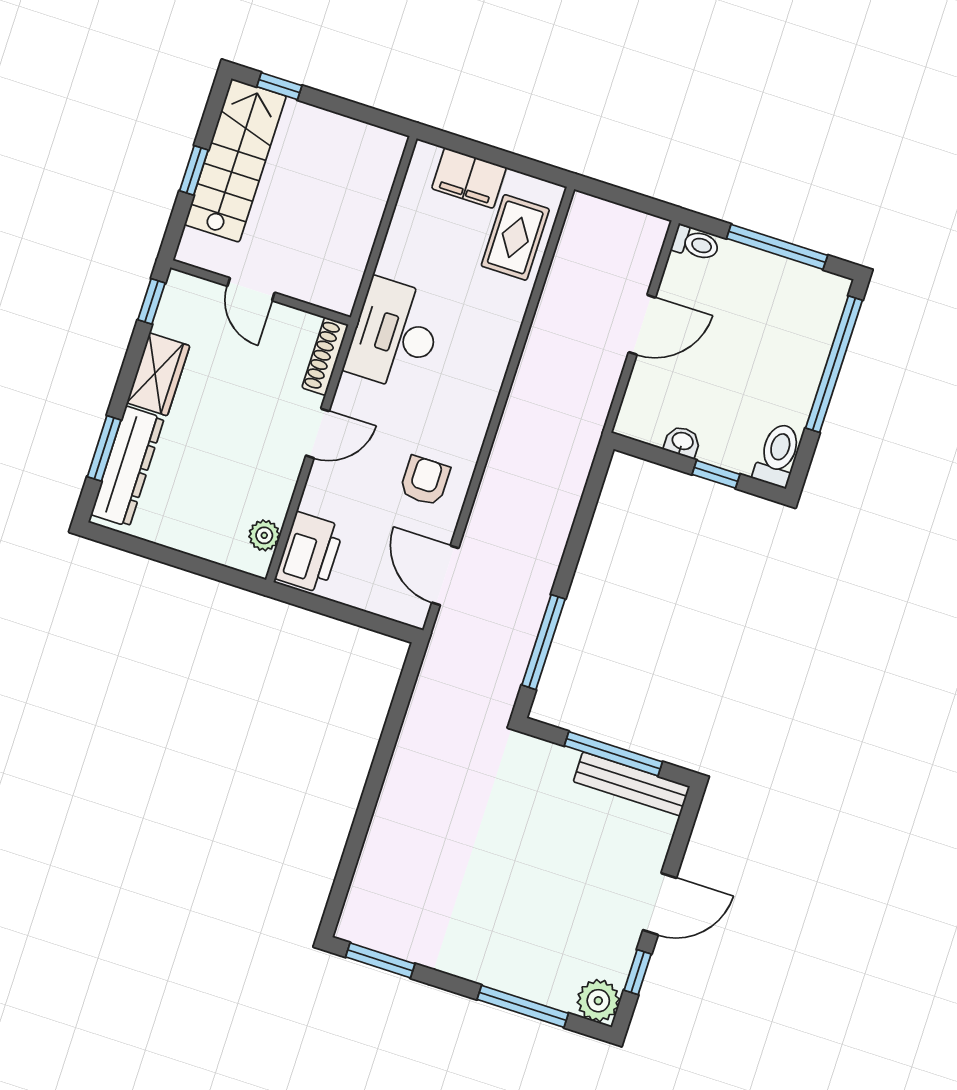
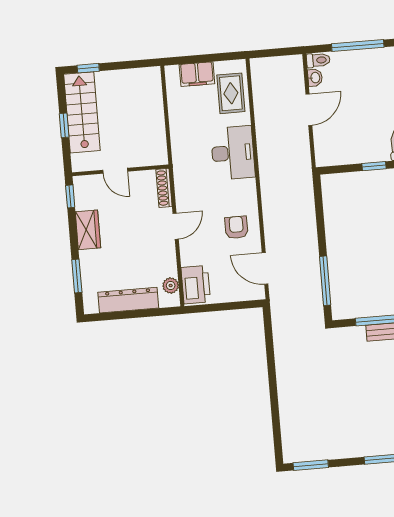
desk: (395, 335) -> (233, 153), moved, turned 180
washbasin: (682, 442) -> (315, 78), moved, turned 90
dresser: (127, 466) -> (128, 300), moved, turned -90

